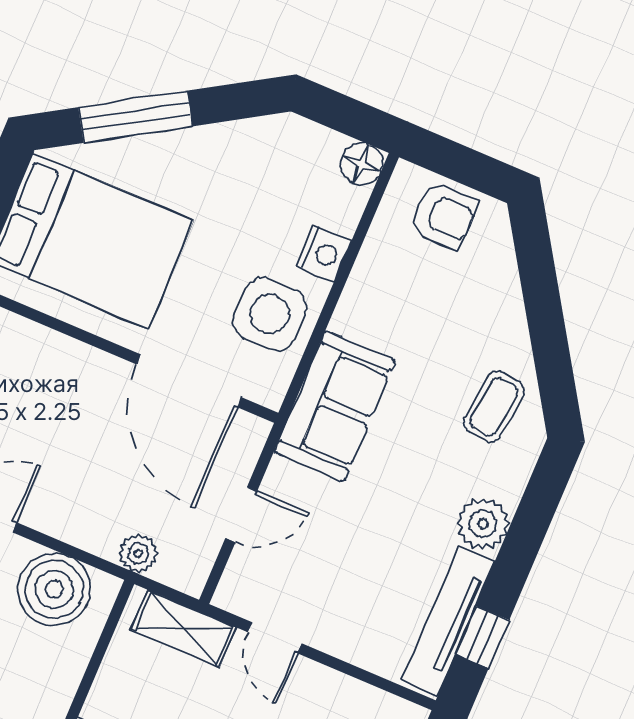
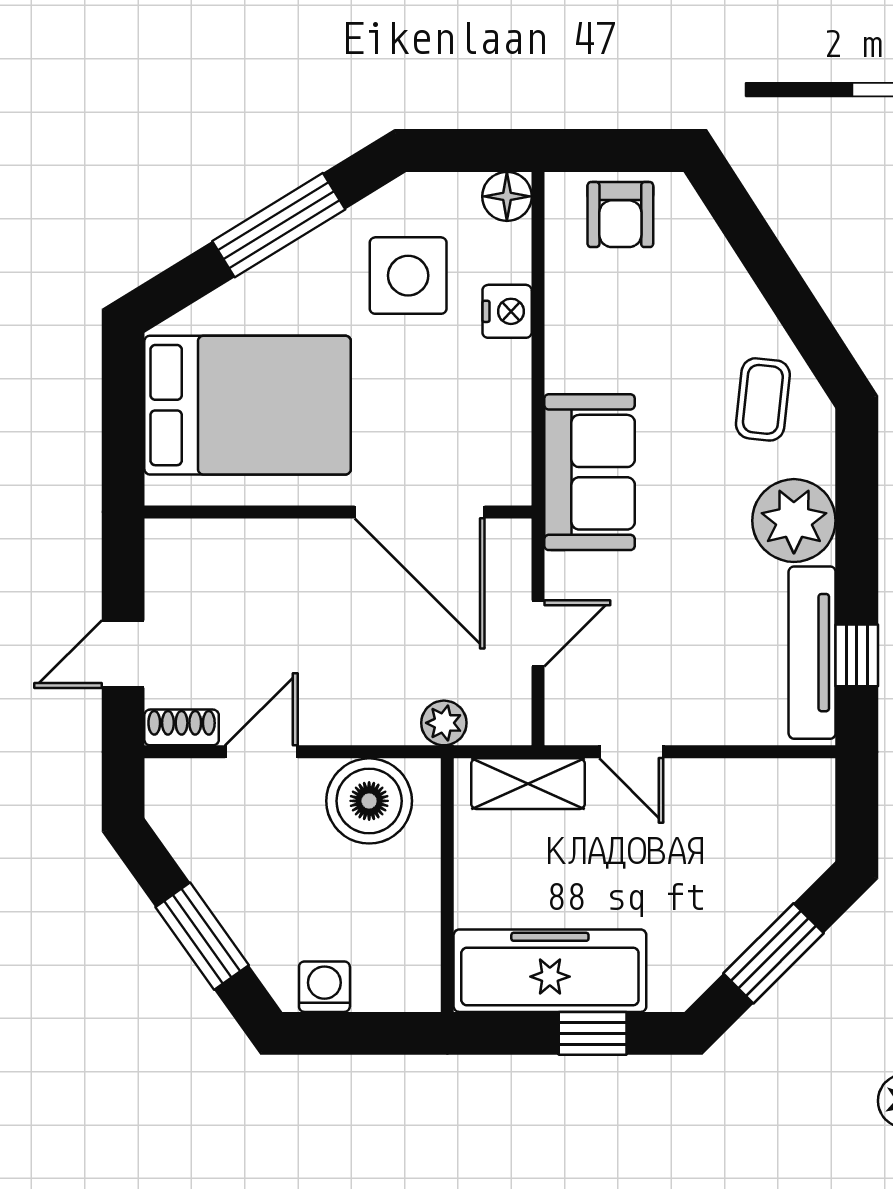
window: (135, 117) -> (279, 225), moved
armchair: (444, 216) -> (620, 215), turned 90
side table: (270, 314) -> (408, 276), moved
plant: (483, 524) -> (794, 521), width x1.36, depth x1.36

